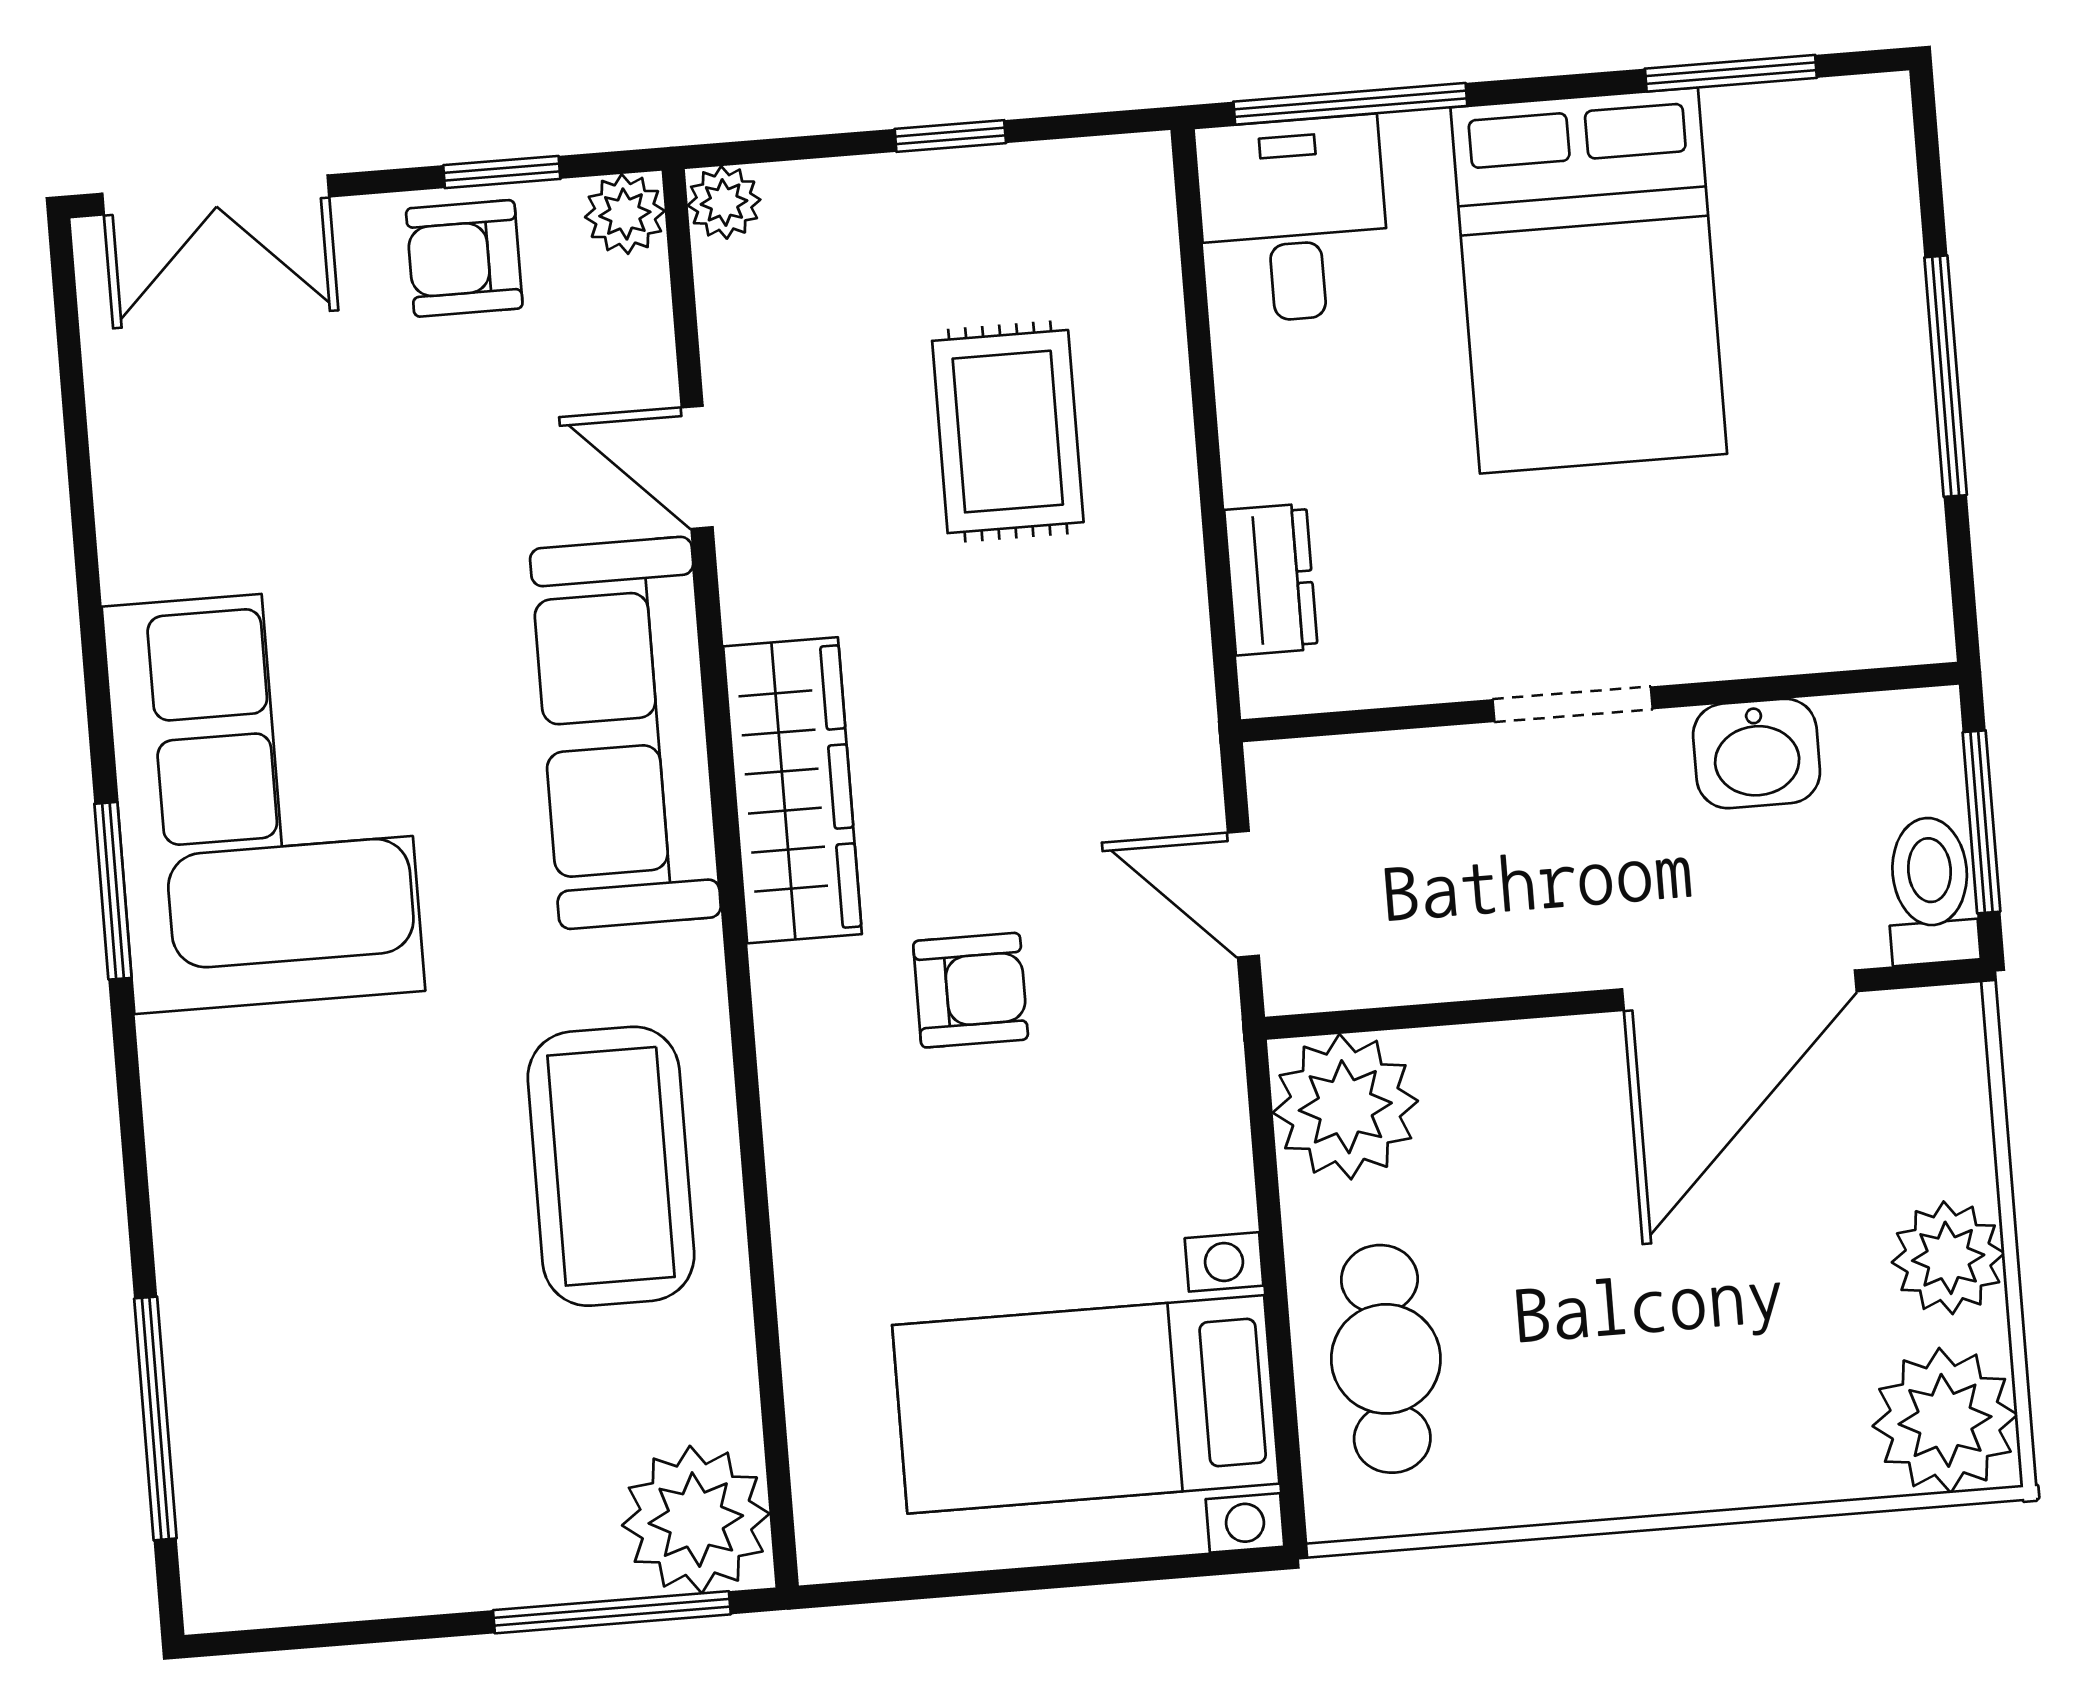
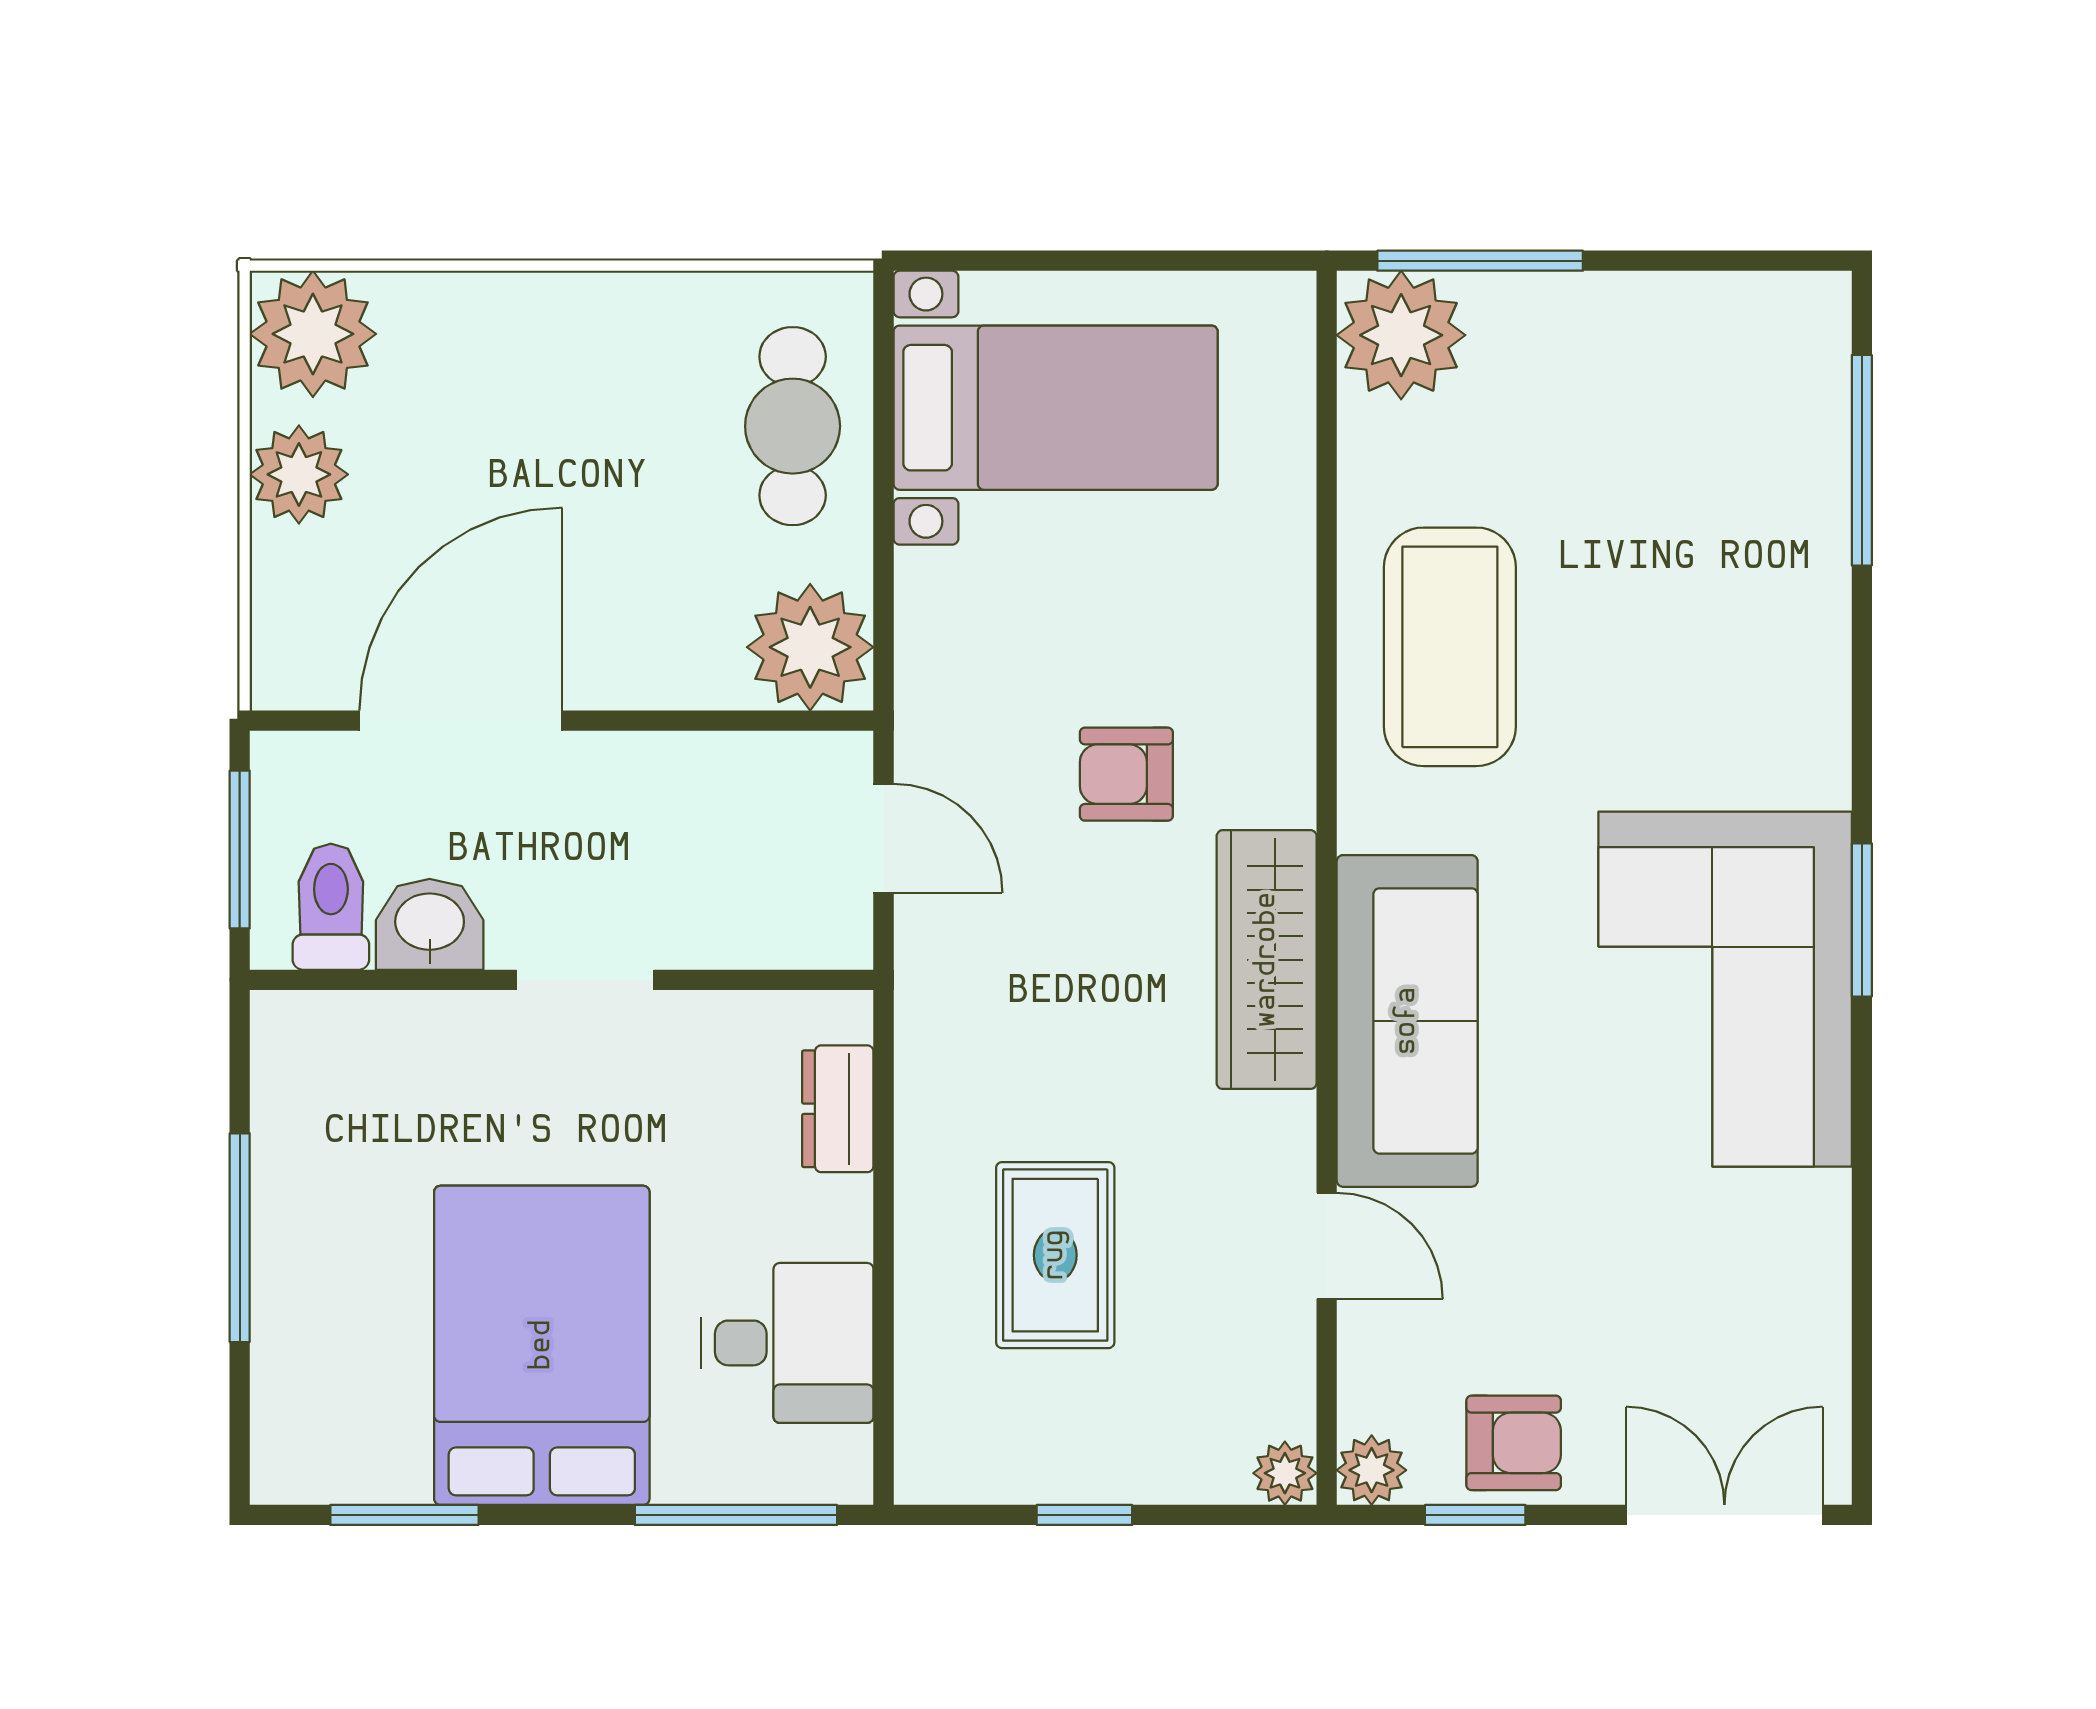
desk: (1293, 220) -> (787, 1343), moved, turned -90
toilet: (1931, 890) -> (331, 907), moved, turned 180

